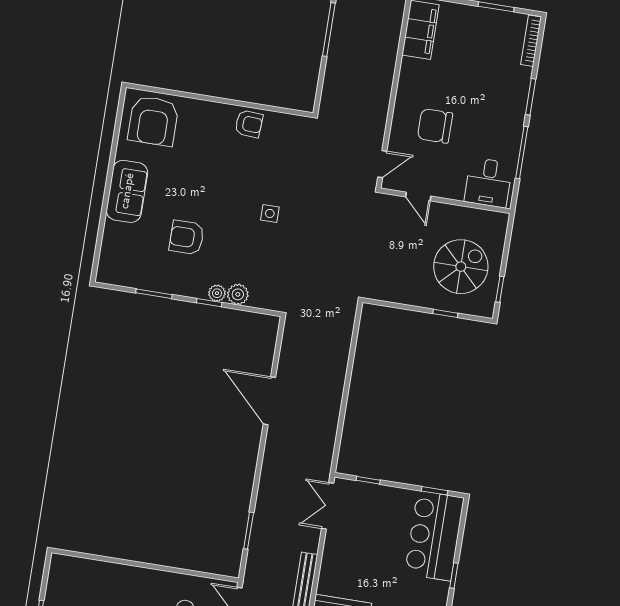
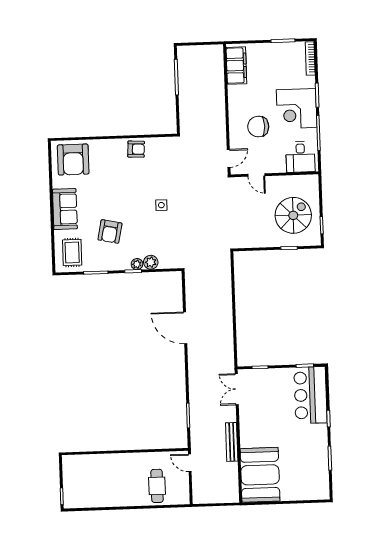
corner desk: (497, 111) -> (297, 109), added
armchair: (187, 237) -> (110, 231), turned -78
rug: (125, 257) -> (72, 252), added

